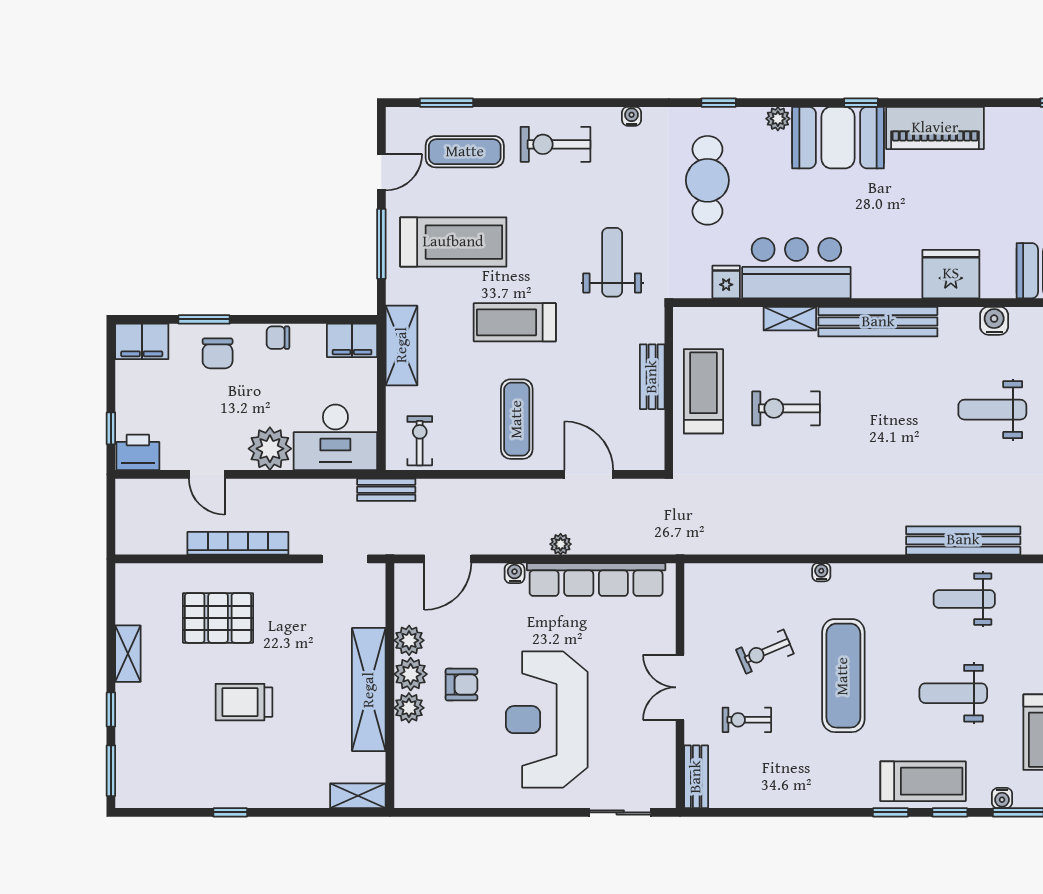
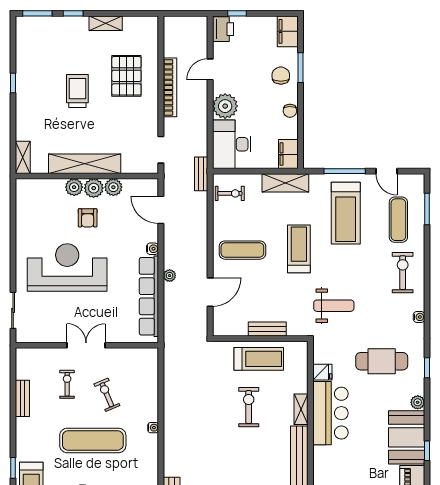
chair: (278, 338) -> (290, 111), turned 180
chair: (218, 353) -> (281, 76), turned 90
bench: (696, 777) -> (22, 398), moved, turned 90

